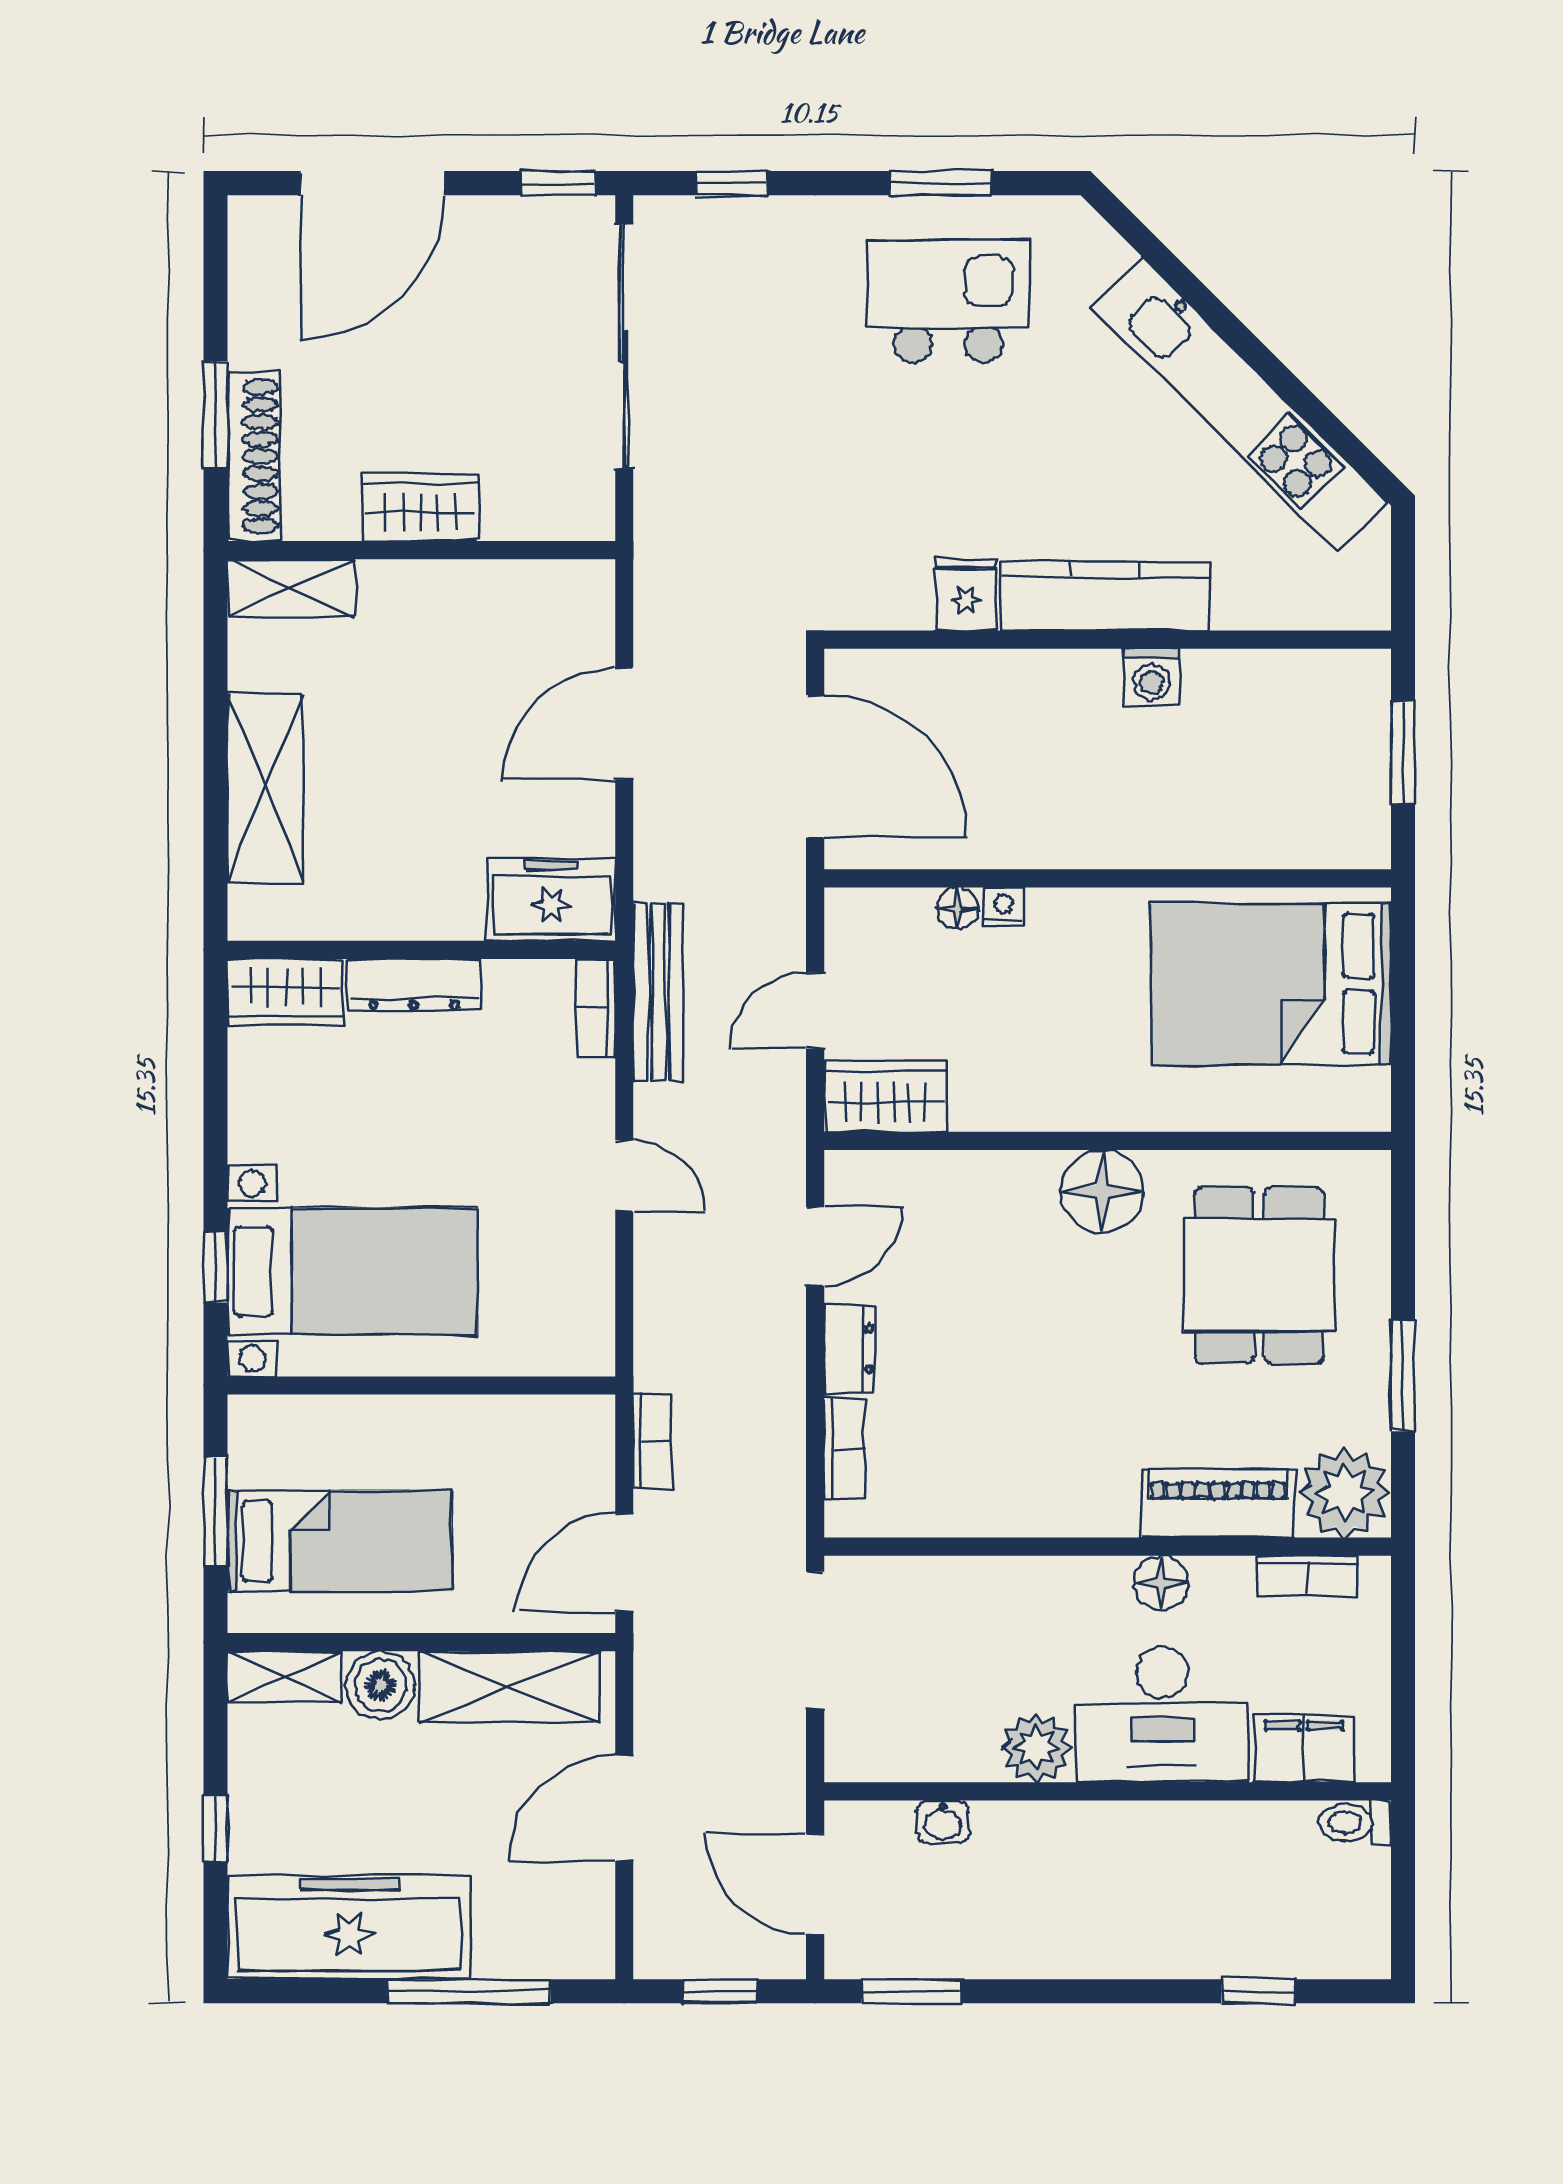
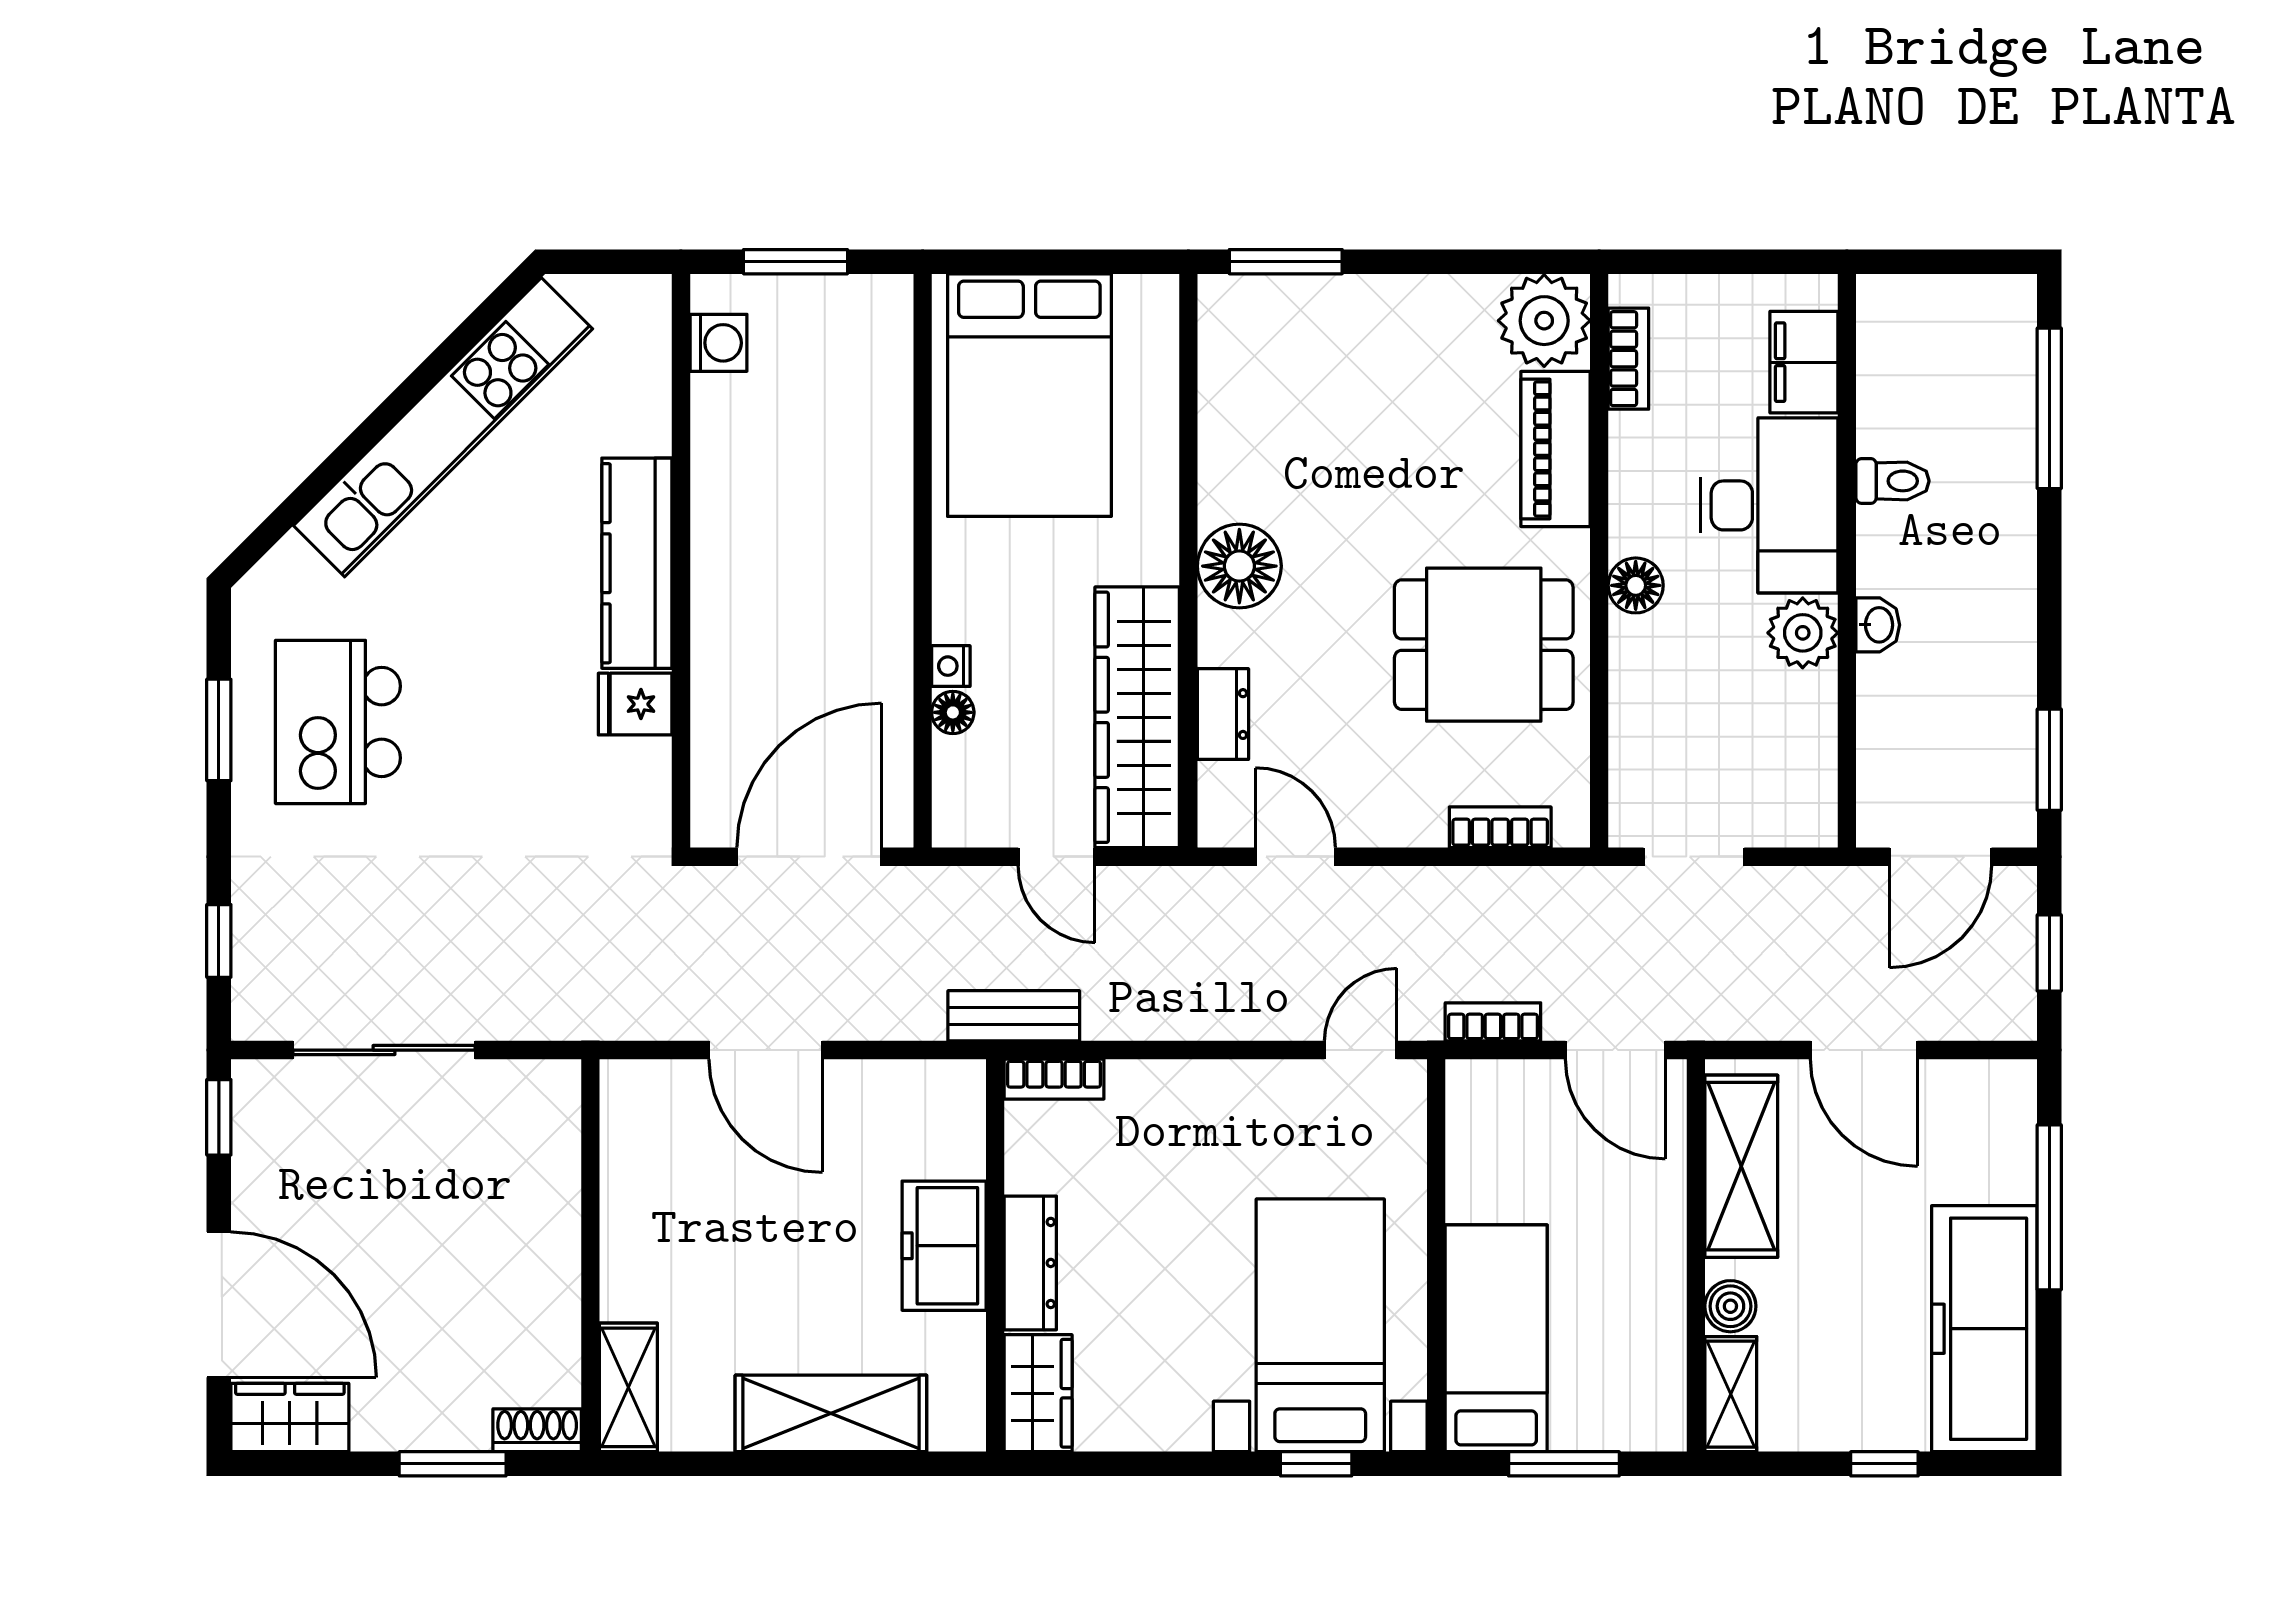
sliding door: (624, 346) -> (384, 1050), width x0.73
shoe rack: (254, 456) -> (537, 1430), width x0.51, depth x0.81
wardrobe: (421, 507) -> (290, 1418), moved, turned 90
washing machine: (1151, 677) -> (718, 343), moved
freezer: (551, 899) -> (944, 1246), moved
bench: (658, 992) -> (1014, 1016), width x0.73
wardrobe: (885, 1096) -> (1137, 717), width x2.10, depth x1.17
door: (624, 1176) -> (1361, 1050), moved
dining table: (1259, 1275) -> (1484, 645), moved
dresser: (849, 1349) -> (1223, 714), moved, turned 90
window: (1403, 1375) -> (1286, 262), moved
bed: (339, 1541) -> (1496, 1338), moved
floor lamp: (1161, 1583) -> (1636, 585), moved
doorway: (815, 1640) -> (1694, 857), width x0.73
boiler: (380, 1685) -> (1730, 1306), width x0.73, depth x0.73
washbasin: (943, 1822) -> (1878, 625), moved
toilet: (1355, 1822) -> (1893, 481), moved, turned -90
window: (1258, 1991) -> (2049, 408), width x2.17

